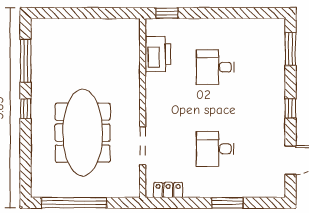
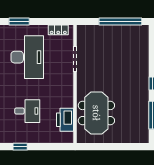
window: (167, 13) -> (20, 147), moved
meeting table: (83, 133) -> (96, 113), moved, width x0.73
desk: (215, 149) -> (27, 57), width x1.87, depth x1.30

